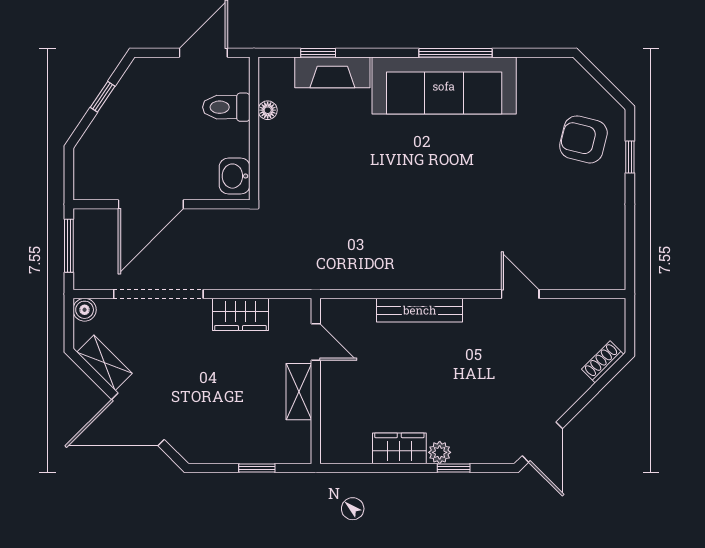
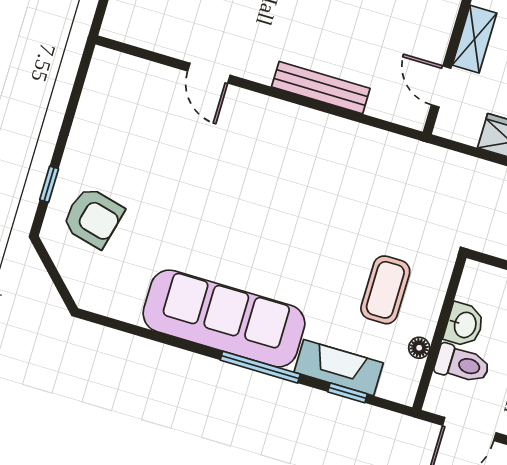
window: (456, 53) -> (260, 367), moved
coffee table: (312, 152) -> (385, 290), added
washbasin: (235, 176) -> (464, 325), moved

